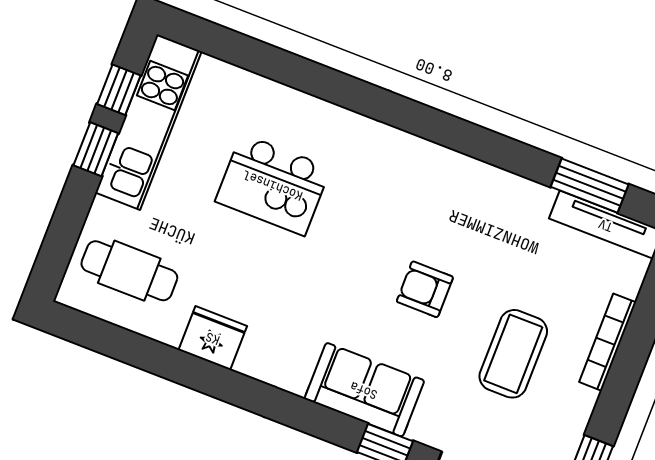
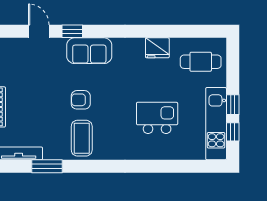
window: (590, 186) -> (47, 166), moved
armchair: (425, 289) -> (81, 100), turned 180
coffee table: (513, 354) -> (82, 138), moved

